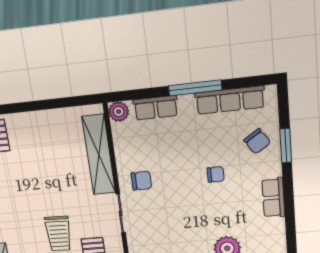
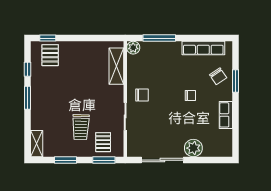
window: (195, 88) -> (159, 38), moved
row of seats: (156, 108) -> (157, 48), removed
shelving: (99, 155) -> (116, 66), width x0.68

